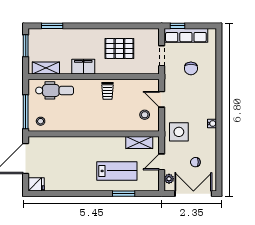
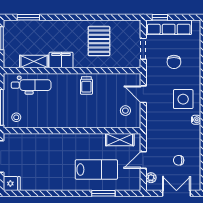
pallet: (119, 48) -> (99, 41), turned 90
shelving: (46, 68) -> (34, 62), moved
side table: (179, 132) -> (183, 99), moved
double door: (193, 194) -> (176, 193), width x0.73

